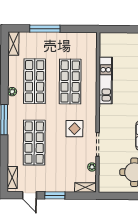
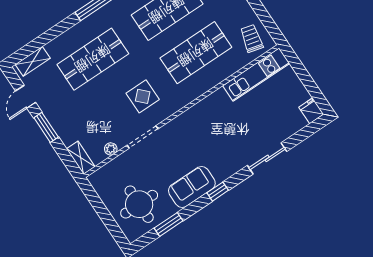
trolley: (84, 44) -> (252, 38), added
kitchen unit: (106, 80) -> (256, 75), moved

